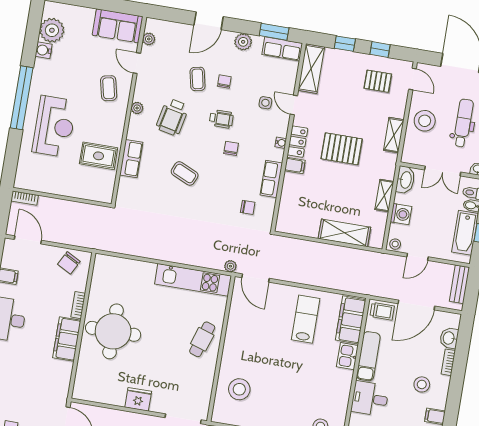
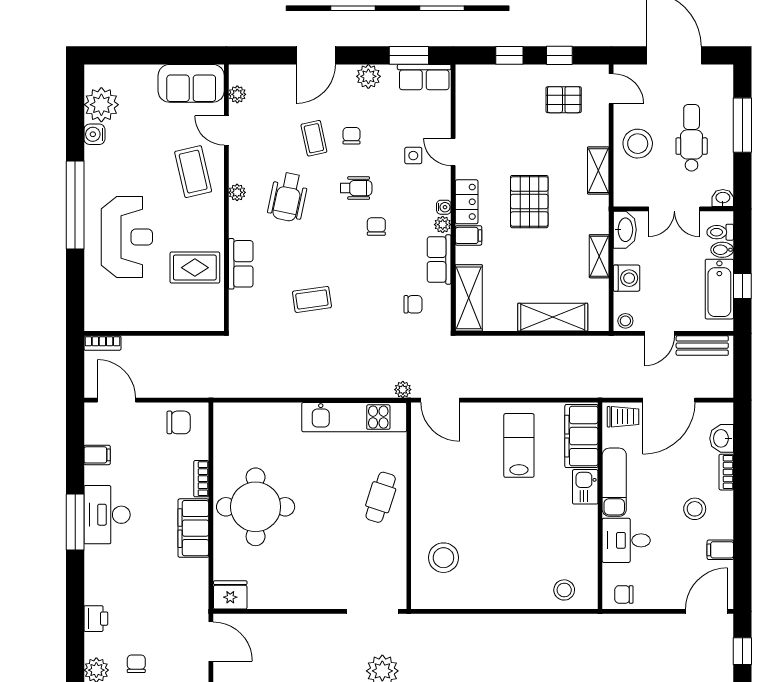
shelving: (311, 69) -> (469, 298), moved
coffee table: (109, 88) -> (193, 172), width x1.36, depth x1.30
pallet: (342, 149) -> (529, 202), turned 90
plant: (278, 155) -> (443, 225), added
coffee table: (185, 173) -> (312, 299), moved, turned -32
chair: (69, 263) -> (179, 422), turned -118
bench: (459, 284) -> (702, 346), moved, turned 90
fridge: (138, 399) -> (230, 595), moved

